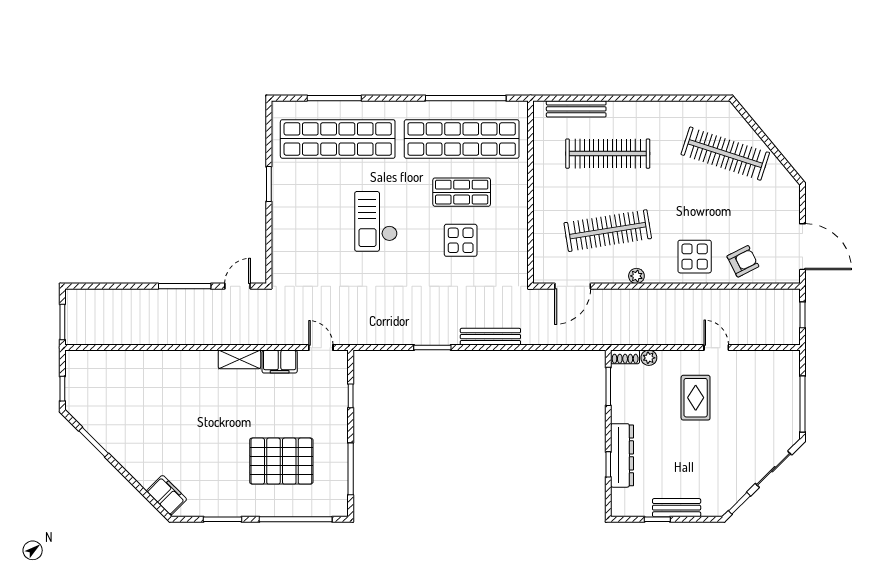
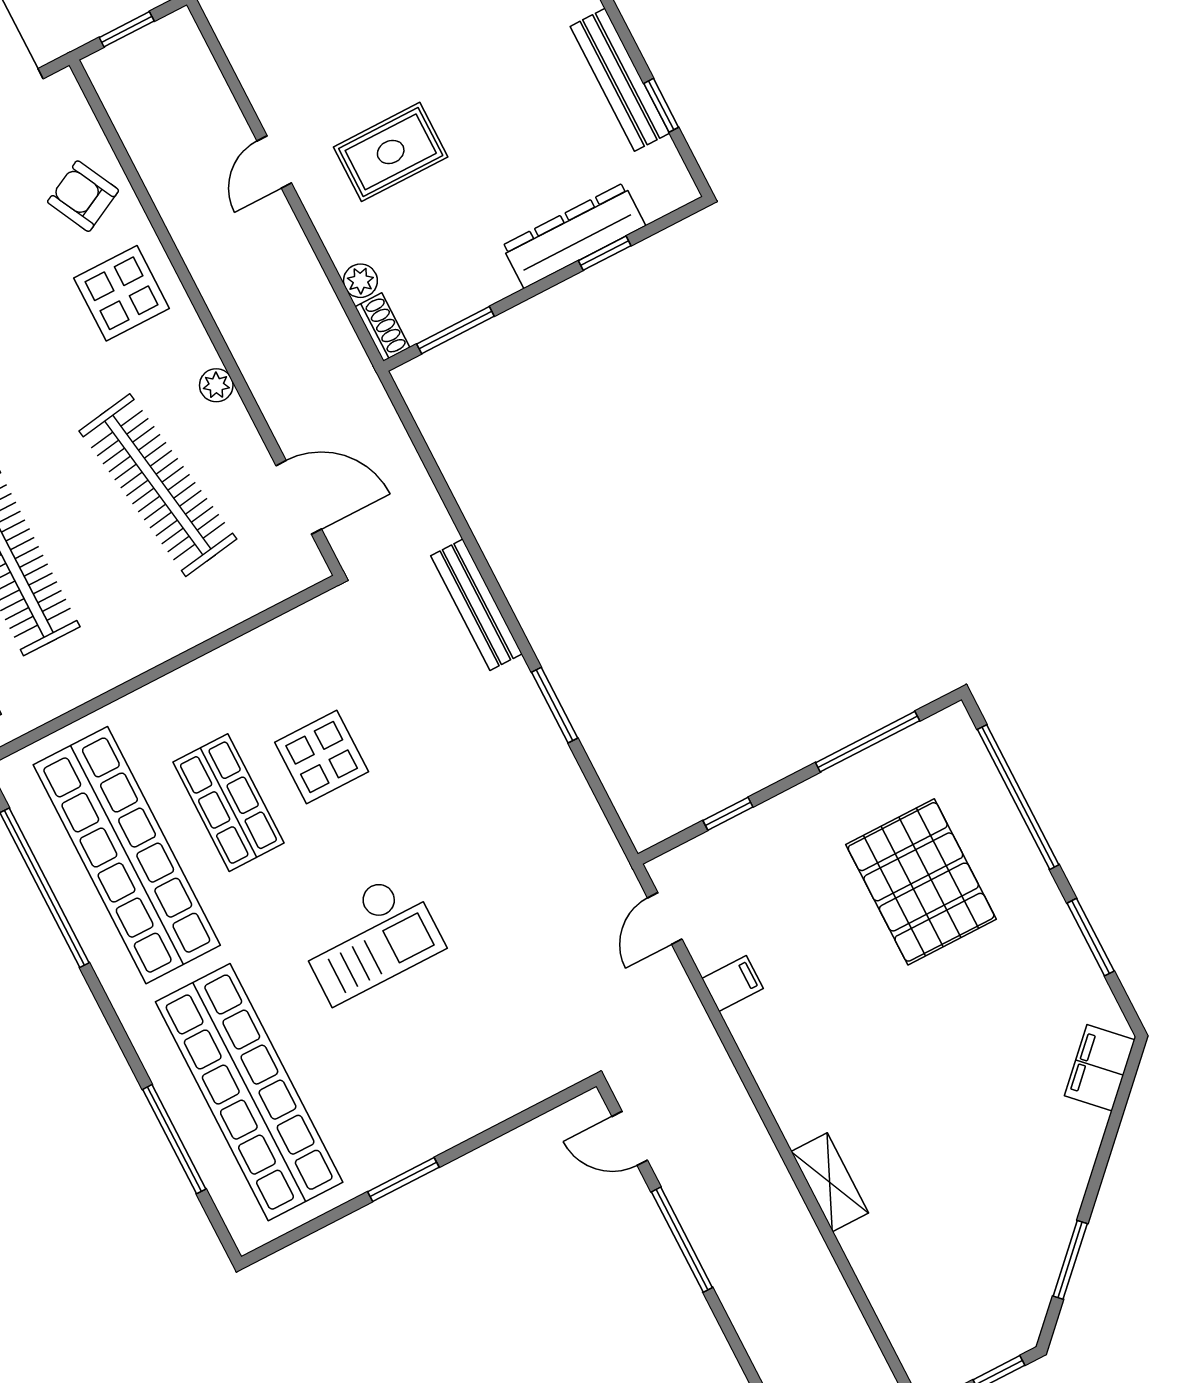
shelving: (239, 359) -> (830, 1182), moved
filing cabinet: (280, 362) -> (732, 984), width x0.50
bench: (677, 508) -> (620, 80), width x1.36

